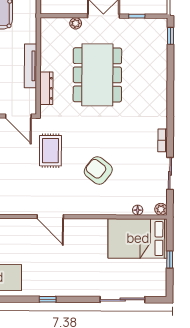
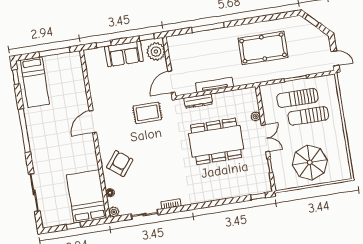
armchair: (98, 171) -> (120, 163), moved
window: (48, 299) -> (24, 131), width x3.17

